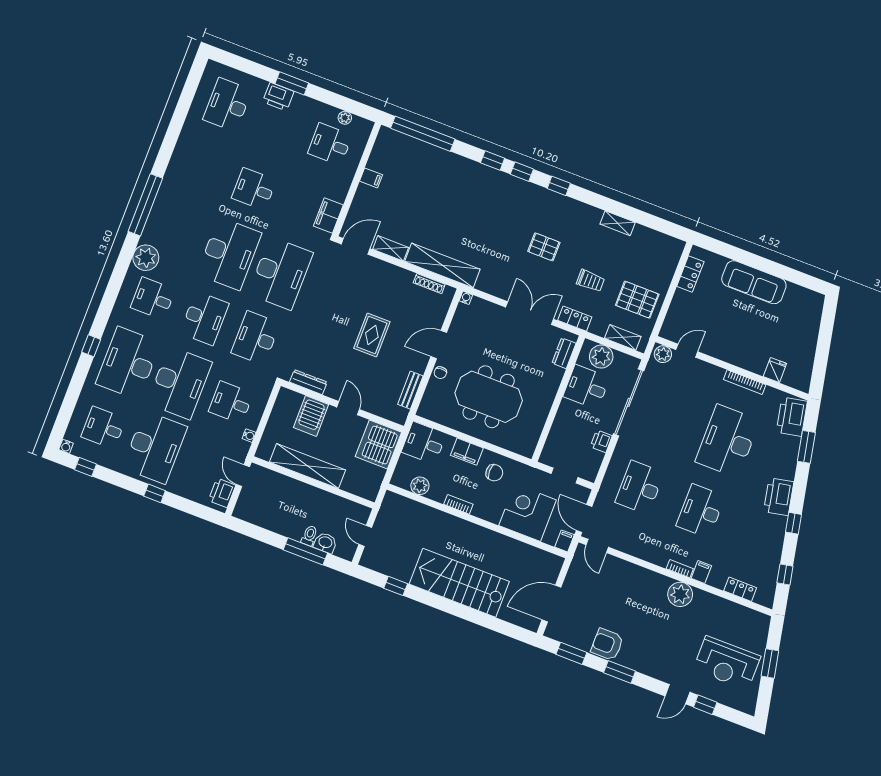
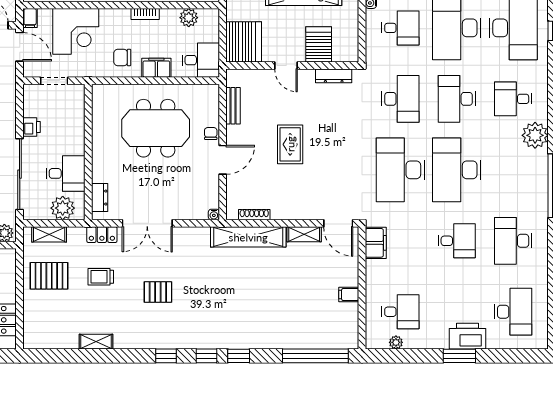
printer: (278, 97) -> (467, 336), width x1.37, depth x1.19
desk: (203, 169) -> (513, 241), added
door: (356, 246) -> (338, 223), hinge flipped
desk: (153, 299) -> (513, 99), turned 180

